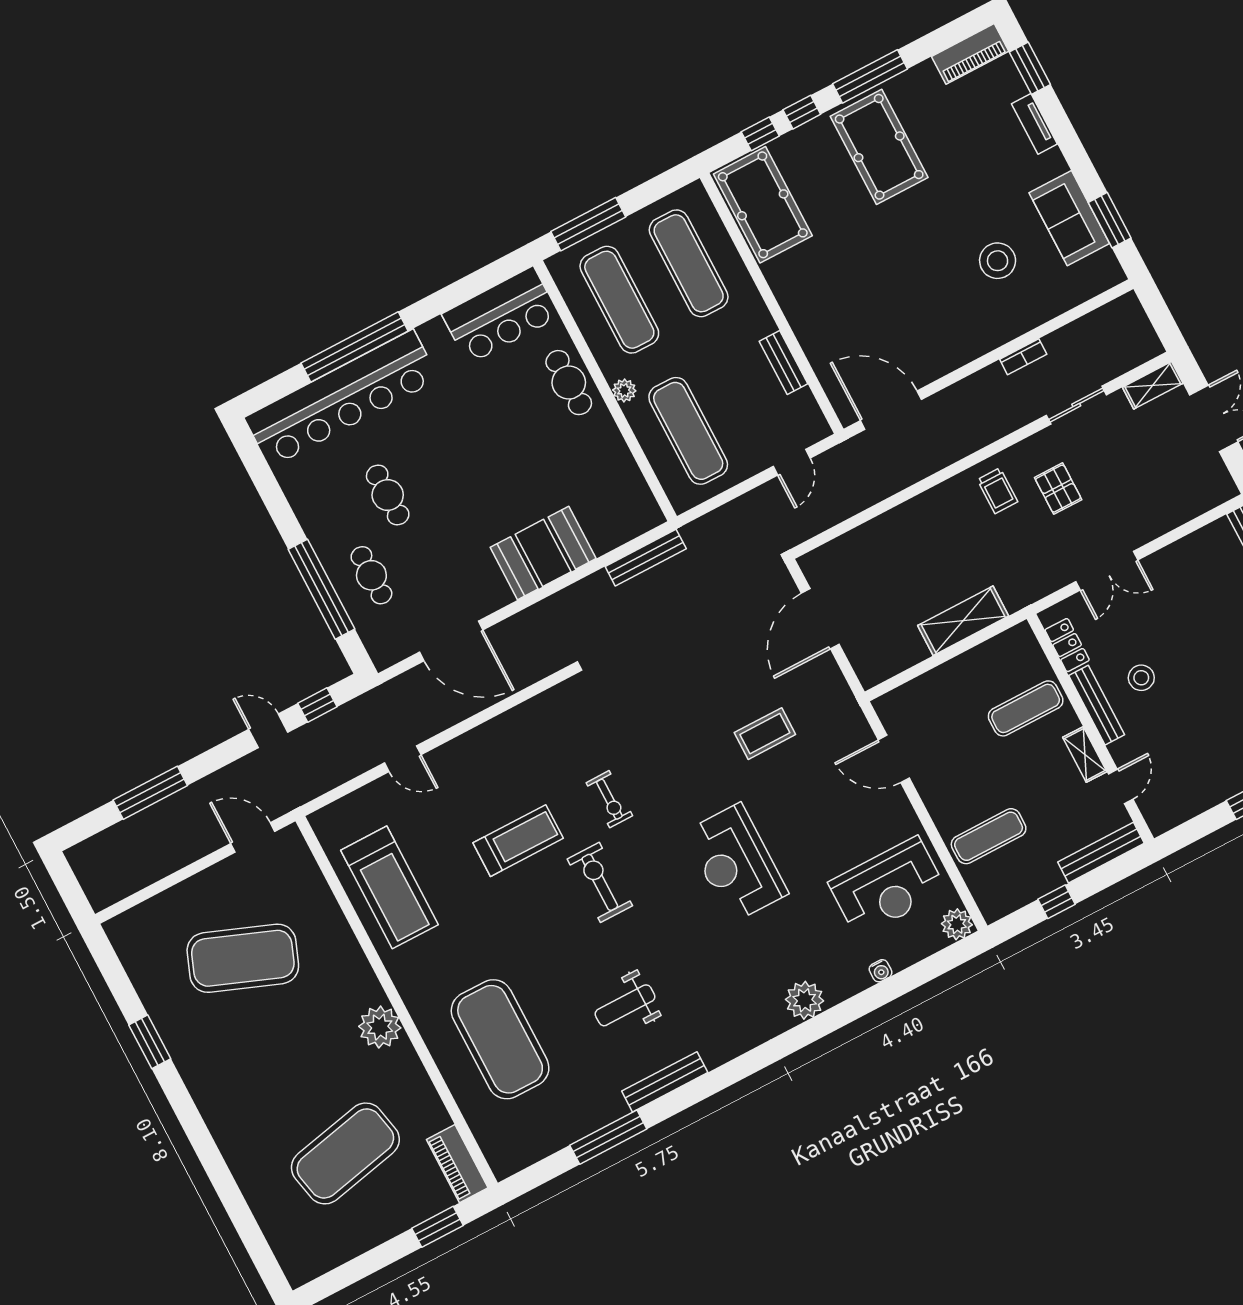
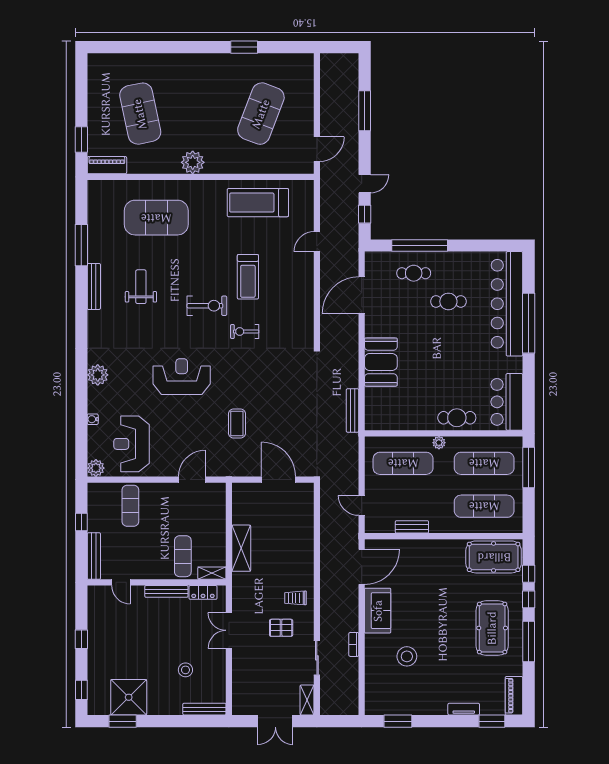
pool table: (879, 147) -> (492, 628), turned 90
sofa: (1069, 218) -> (378, 611), moved, turned 90
stool: (1141, 678) -> (185, 670), moved
shelving: (1085, 754) -> (212, 573), moved

